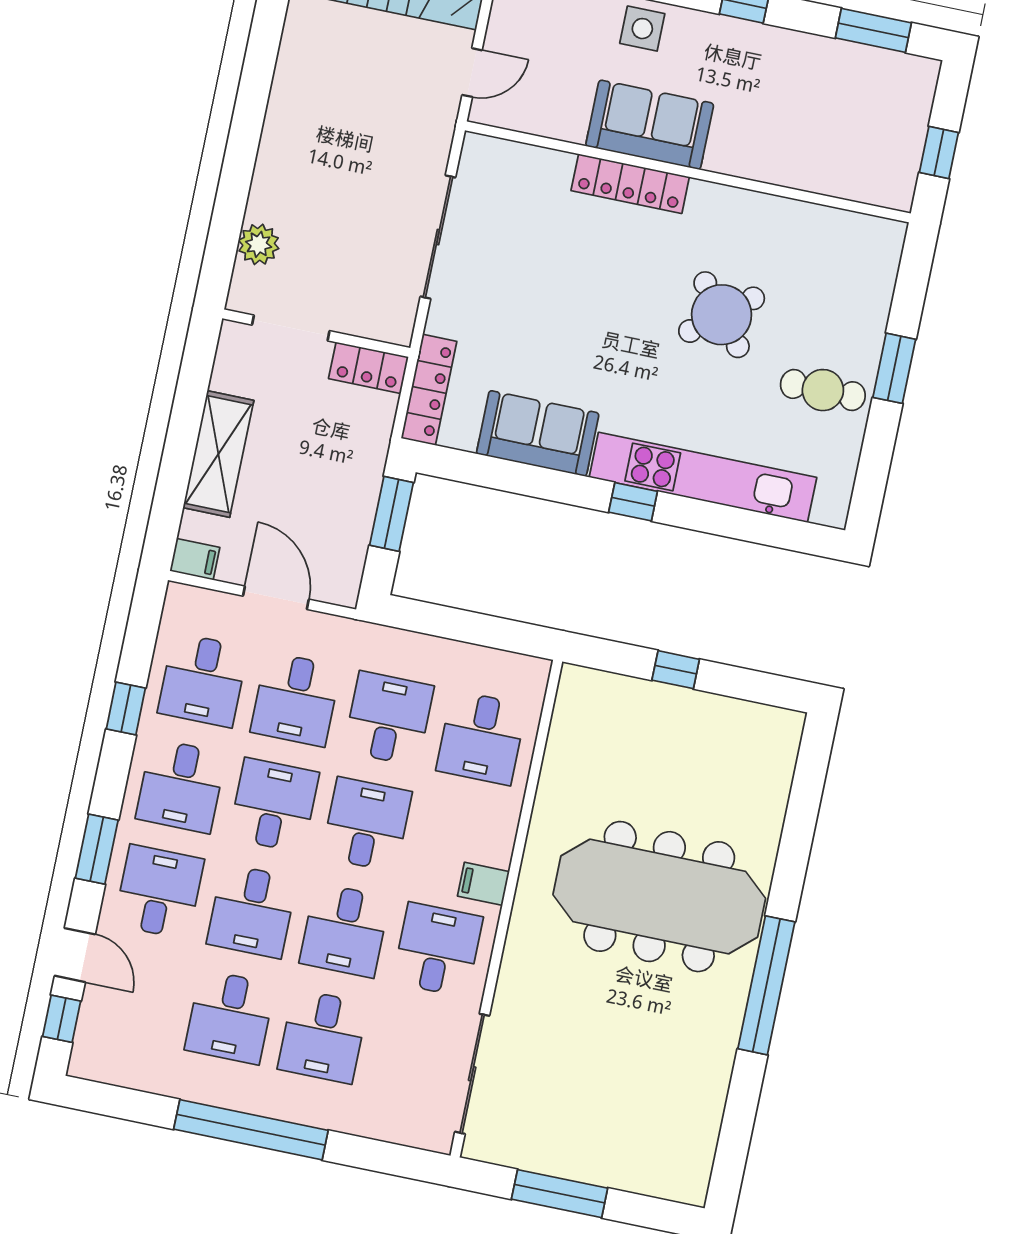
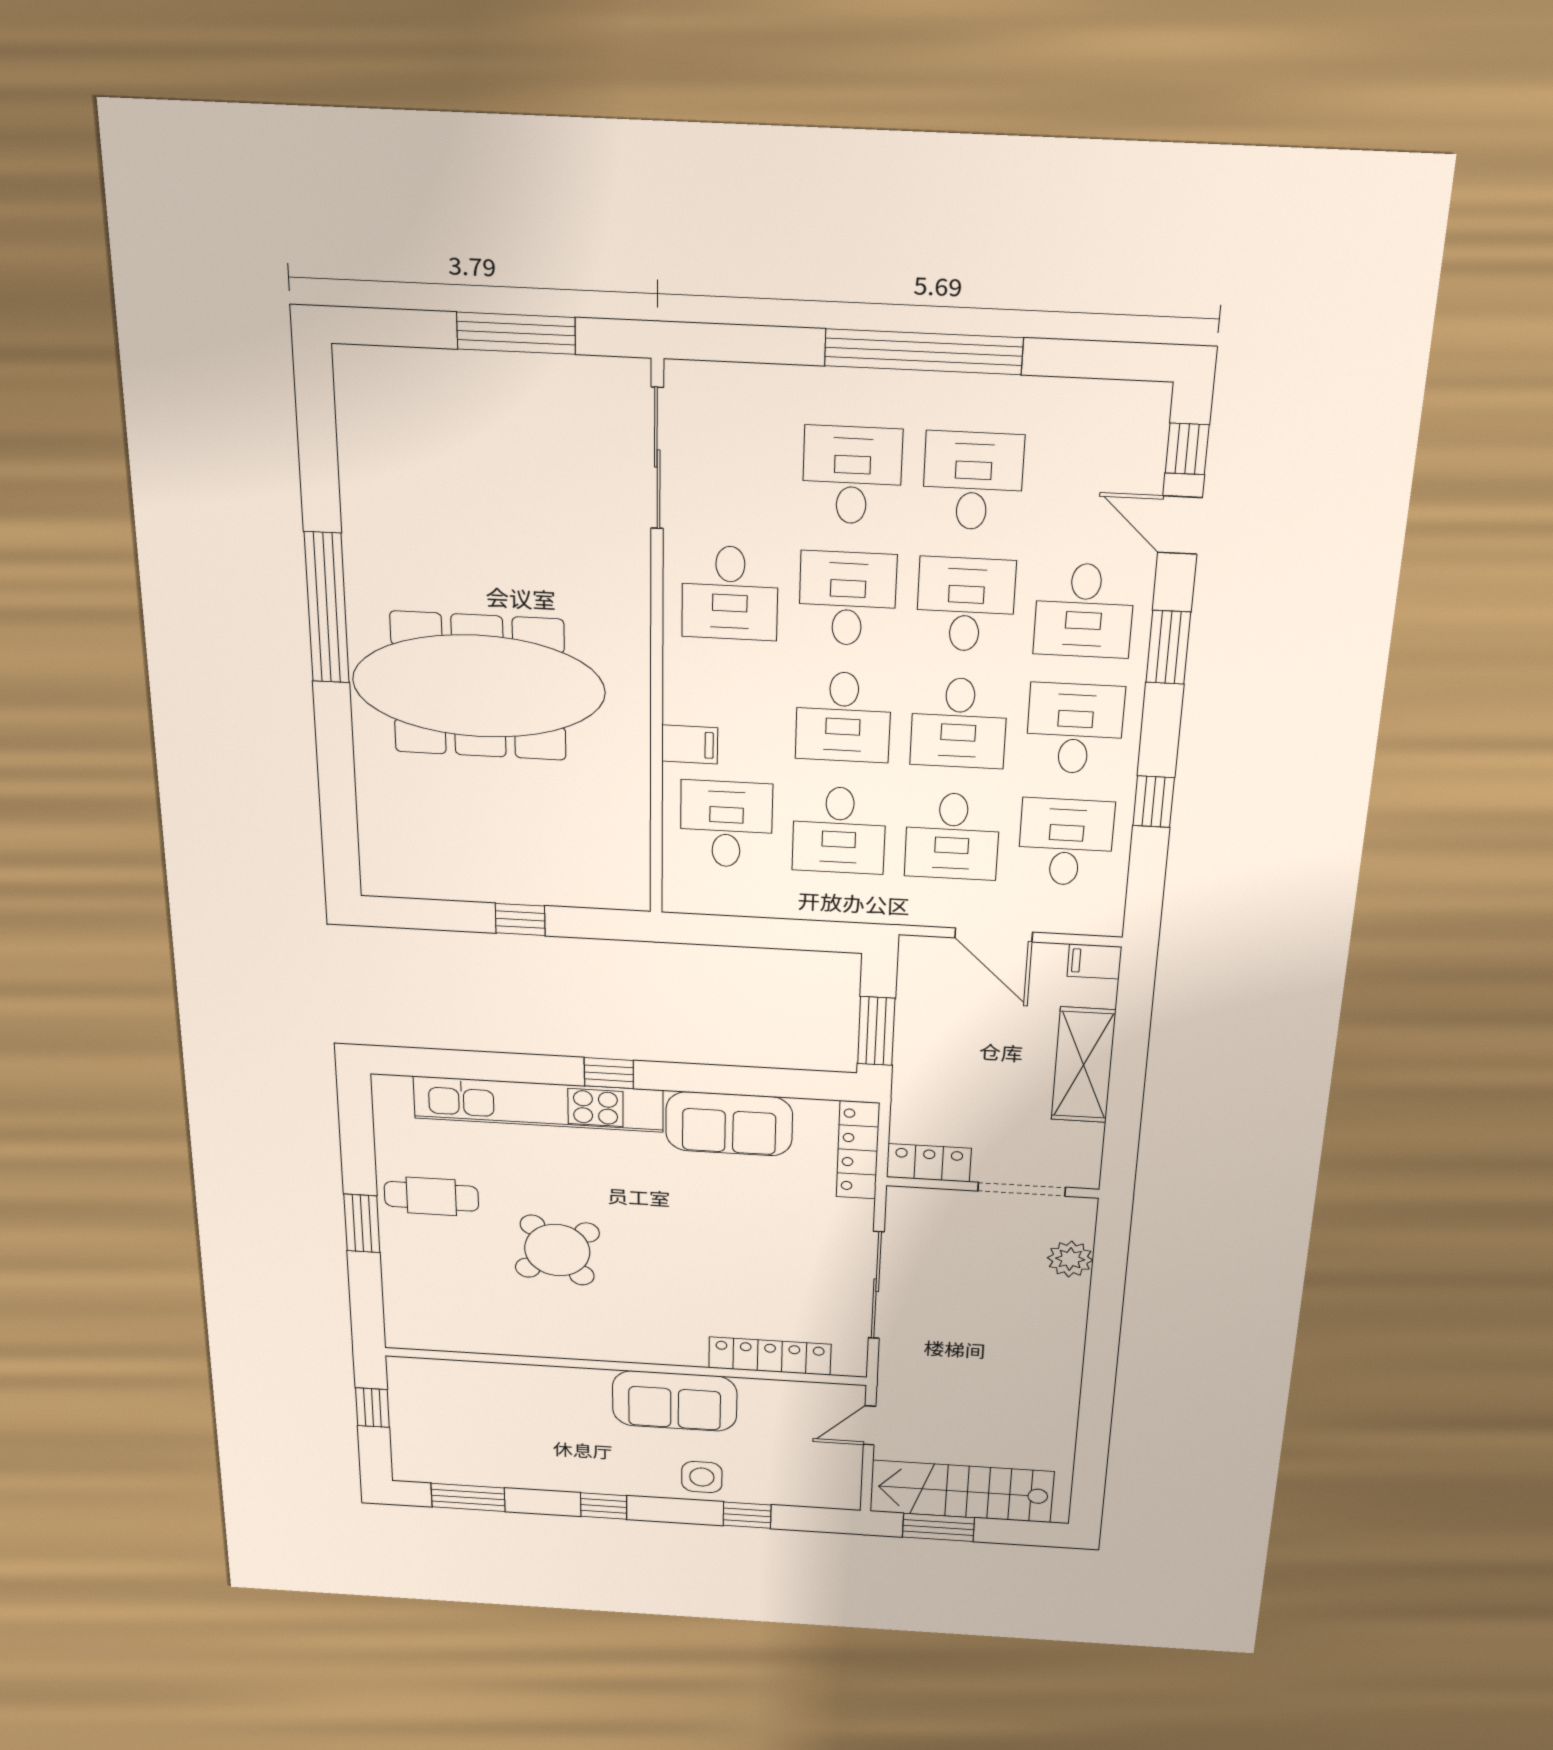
locker: (630, 184) -> (770, 1356), moved
desk: (296, 699) -> (952, 836), turned 180
filing cabinet: (483, 884) -> (690, 744), moved

